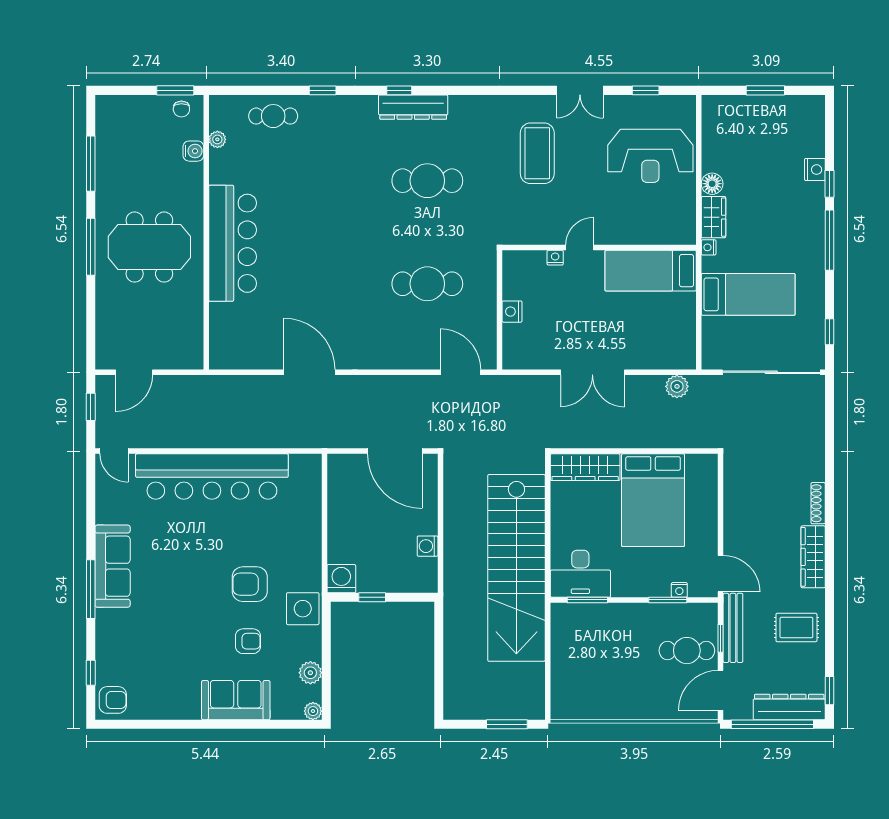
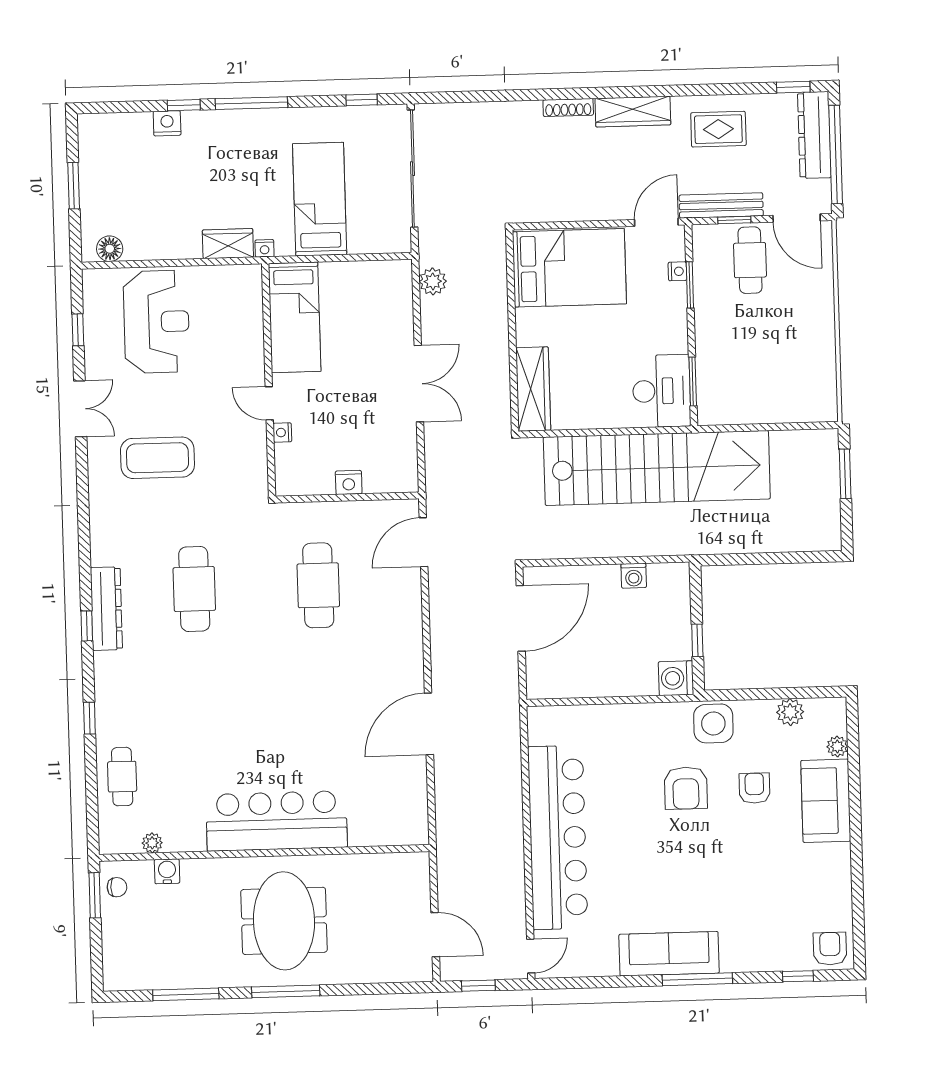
floor lamp: (712, 184) -> (110, 249), moved
bed: (653, 500) -> (569, 268), moved
rug: (796, 628) -> (718, 129), turned 90
plant: (313, 711) -> (837, 746), moved

